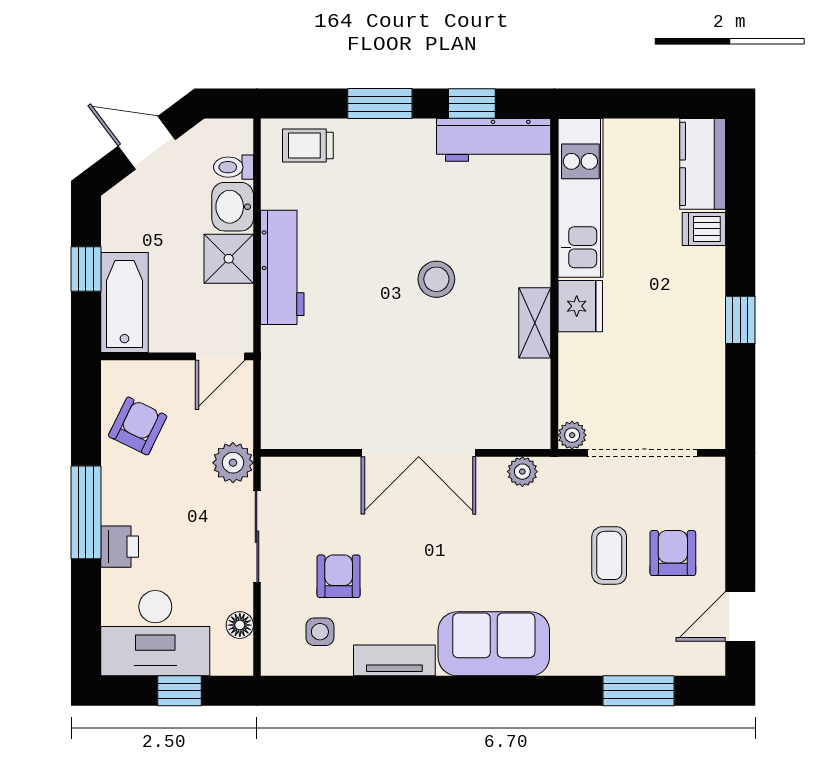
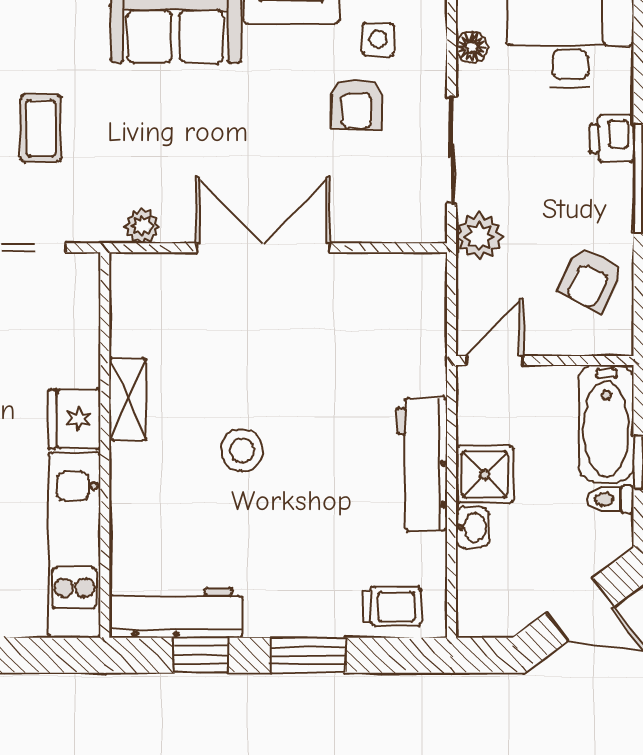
toilet: (233, 167) -> (611, 499), moved, turned 180
washbasin: (233, 207) -> (473, 527), width x0.72, depth x0.69
plant: (572, 435) -> (84, 268), removed

